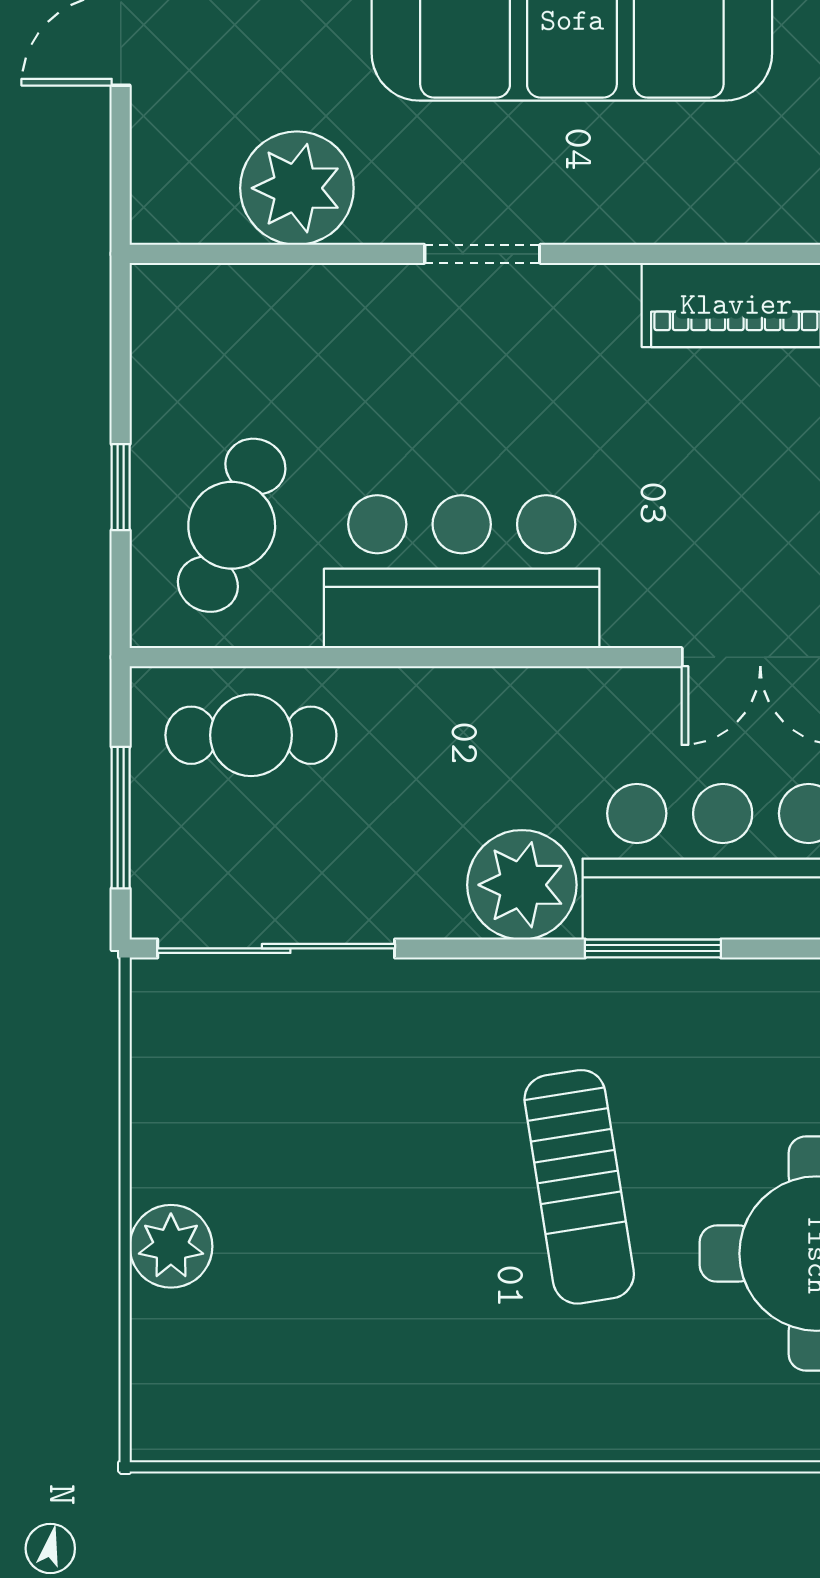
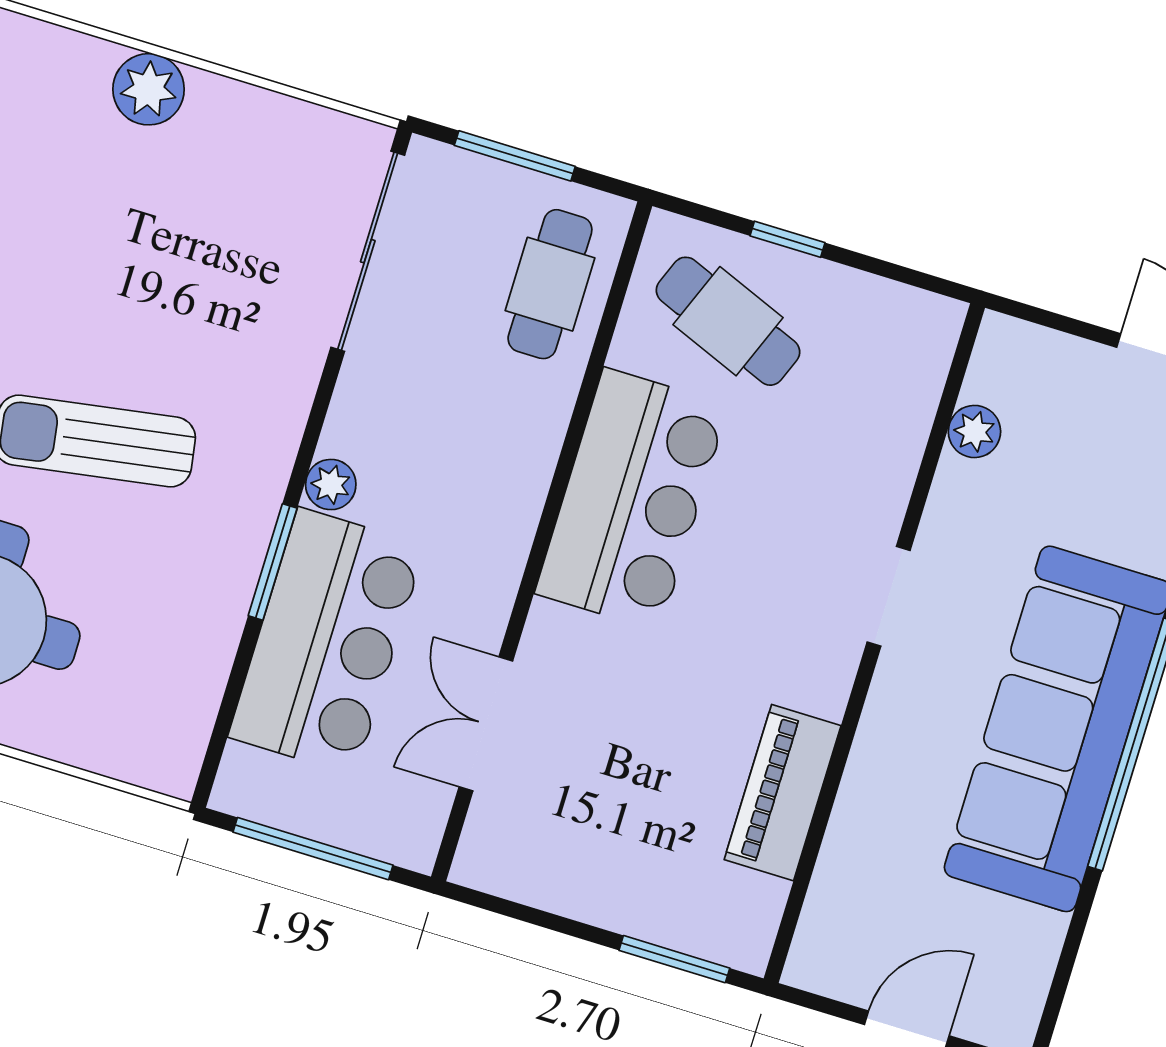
plant: (297, 188) -> (974, 432), width x0.53, depth x0.53
plant: (522, 885) -> (331, 485), width x0.53, depth x0.53

